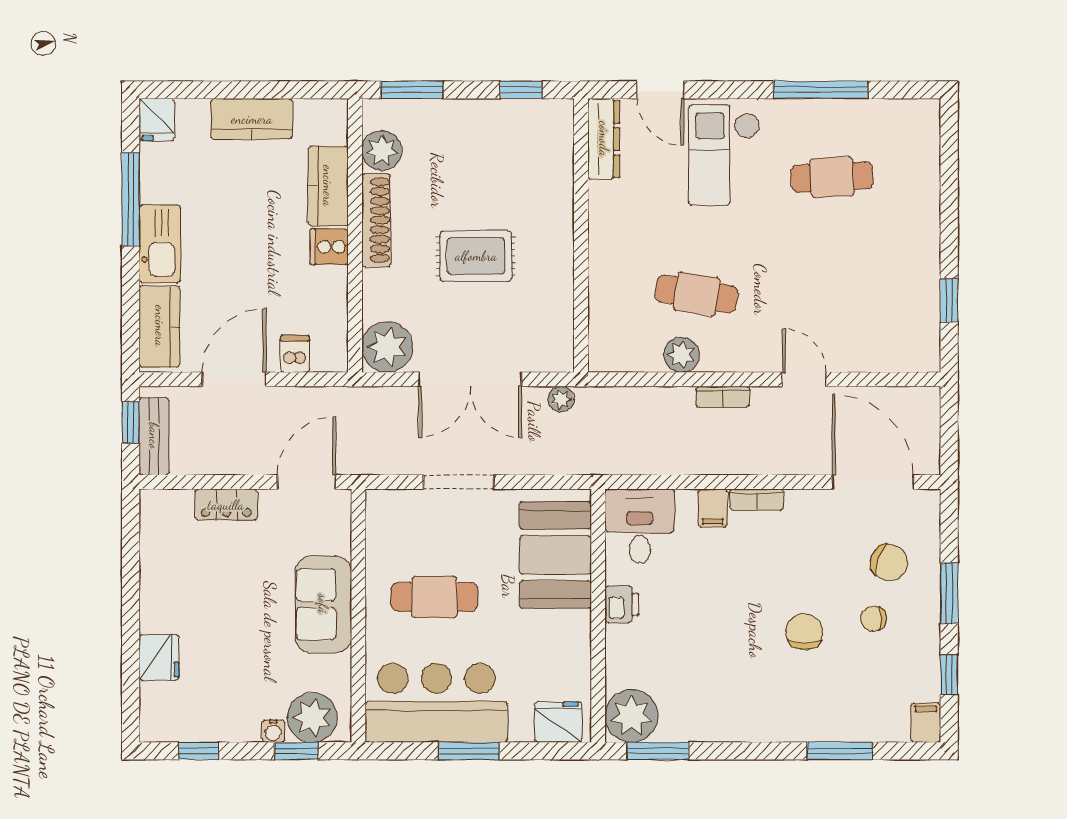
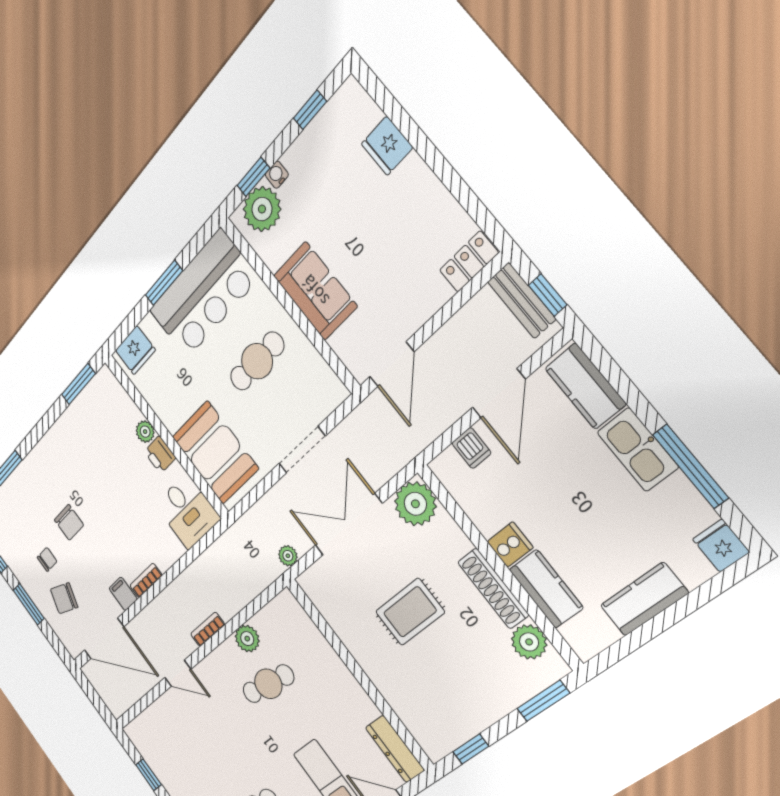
locker: (226, 505) -> (469, 262), moved
filing cabinet: (713, 508) -> (123, 594), moved
plant: (631, 716) -> (145, 432), moved, width x0.53, depth x0.53

